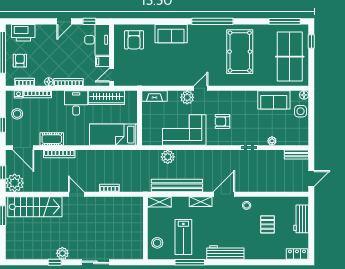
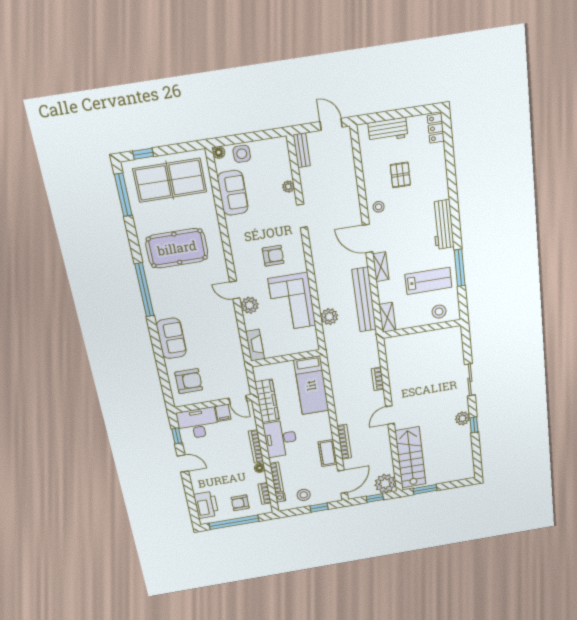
desk: (76, 103) -> (280, 438), width x1.37
armchair: (222, 121) -> (273, 256), turned -90
pallet: (268, 224) -> (400, 175), turned 90

